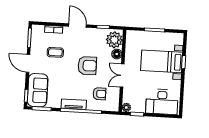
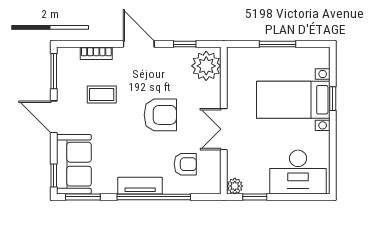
floor lamp: (117, 54) -> (212, 91), removed

